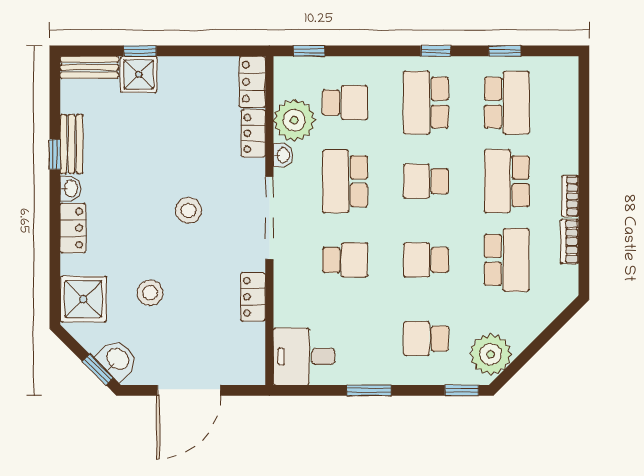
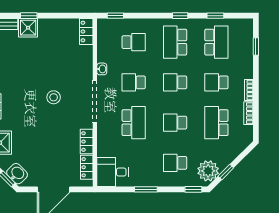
window: (584, 111) -> (256, 46), added
plant: (294, 120) -> (108, 51), removed
locker: (253, 133) -> (87, 167), moved
school desk: (345, 181) -> (134, 82), width x0.54
school desk: (507, 181) -> (216, 82), width x0.54
school desk: (345, 260) -> (134, 123), width x1.85
school desk: (507, 260) -> (216, 123), turned 180
stool: (150, 293) -> (34, 139), removed
window: (525, 356) -> (226, 172), added

